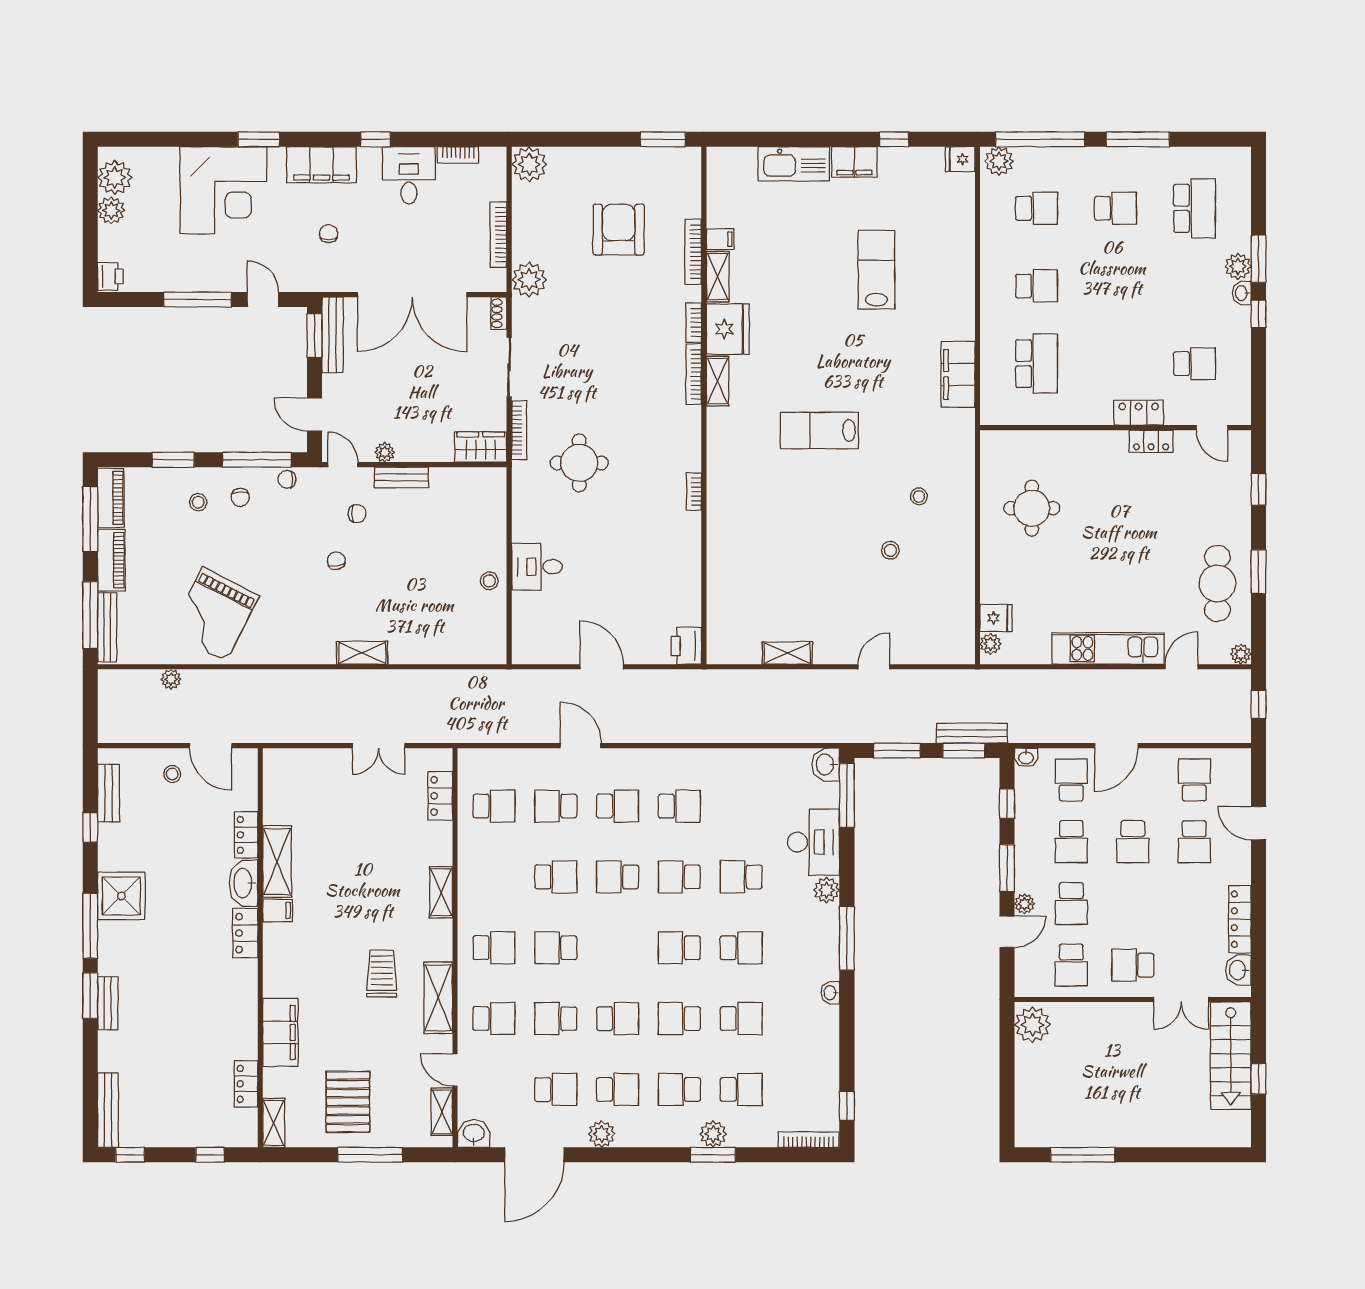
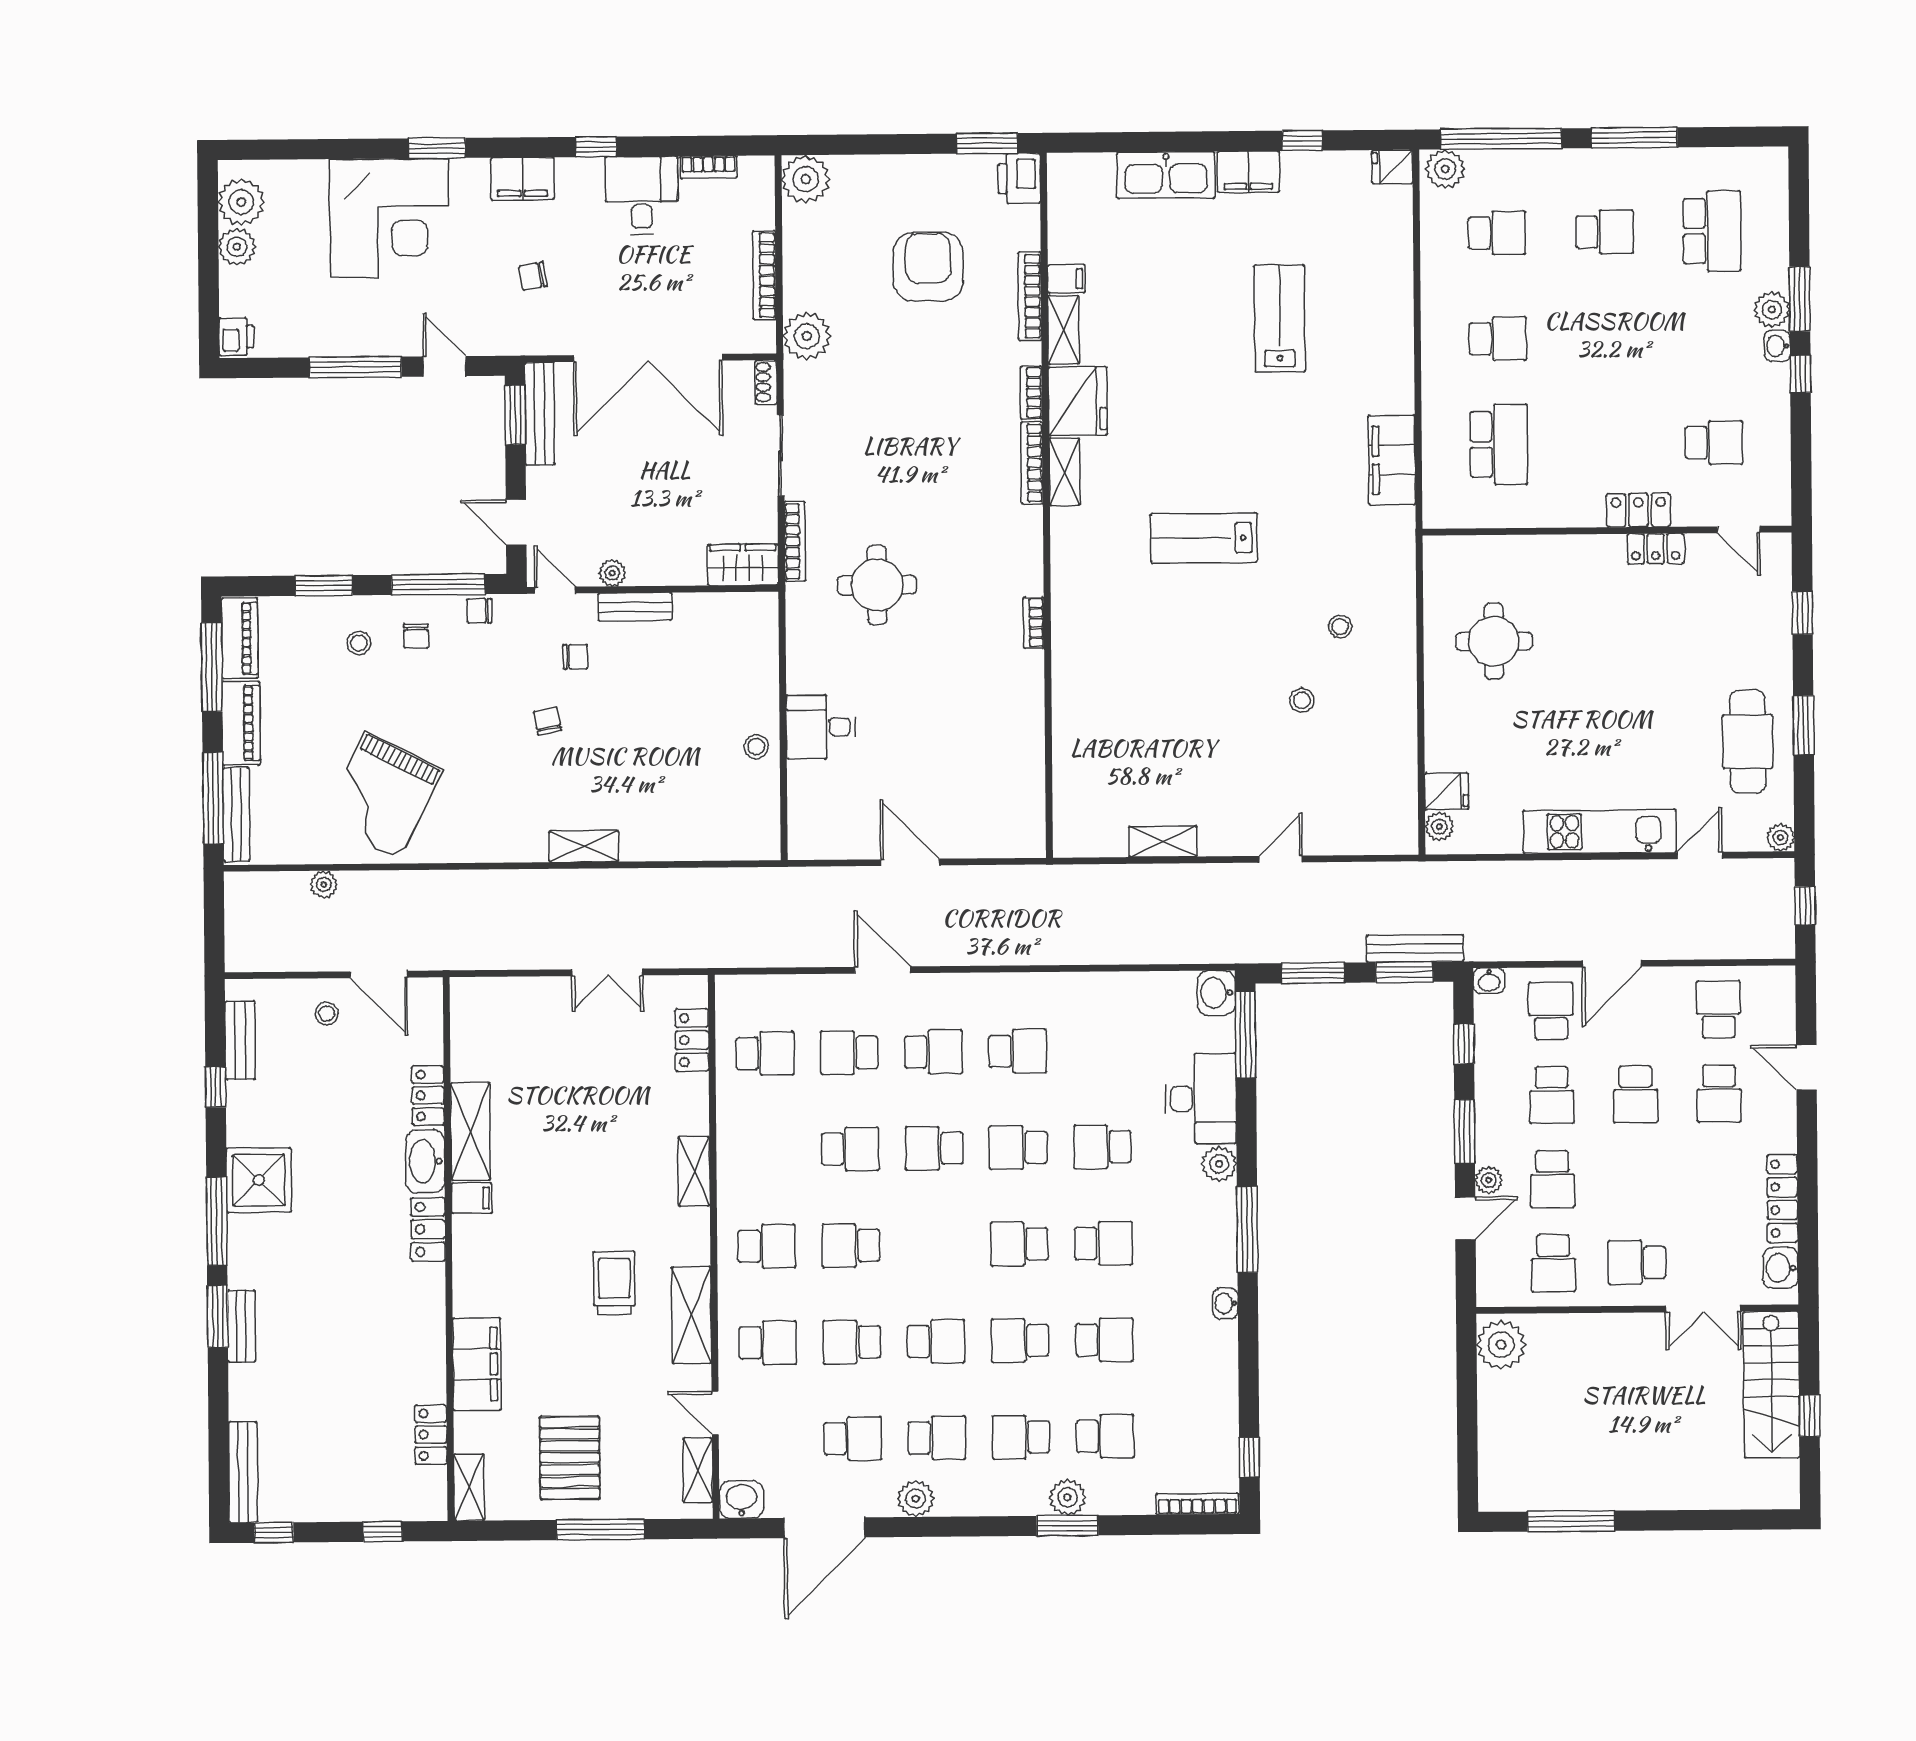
filing cabinet: (321, 165) -> (523, 179), width x0.67, depth x0.86
chair: (329, 234) -> (533, 276), turned -100
printer: (686, 646) -> (1019, 178), moved

